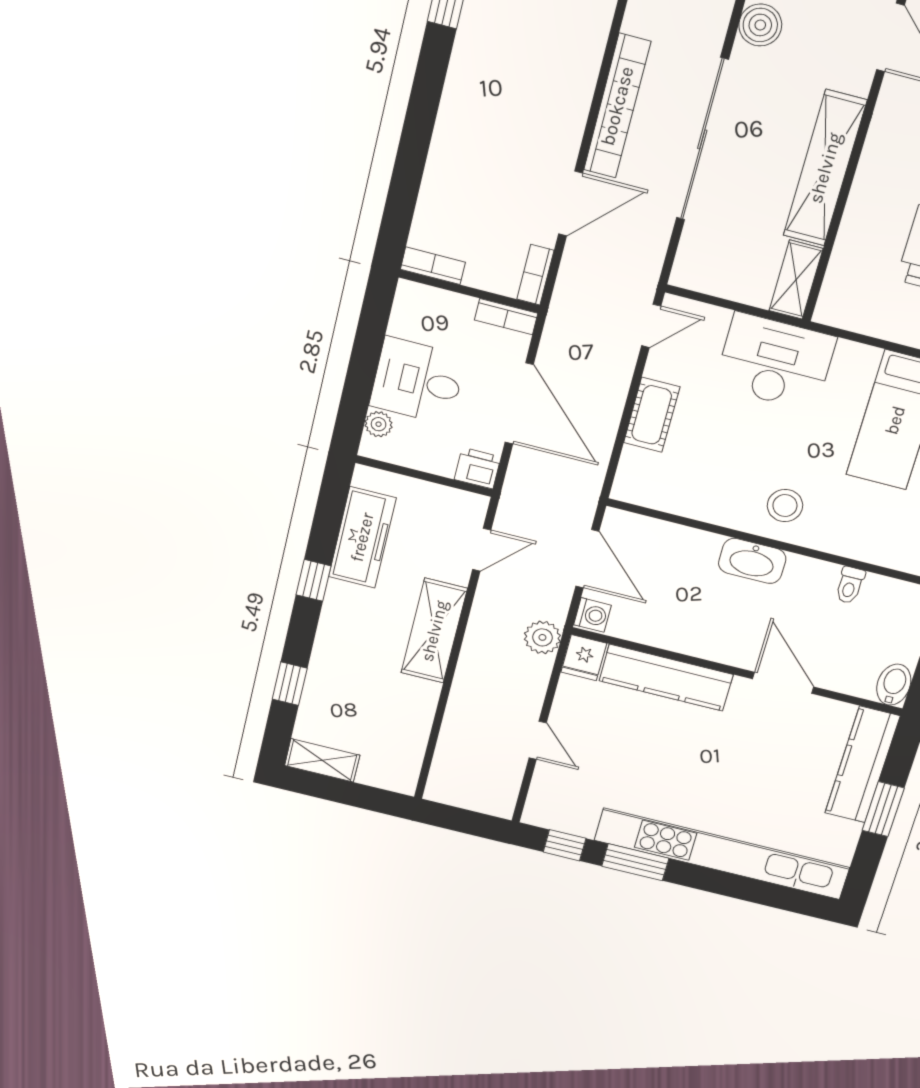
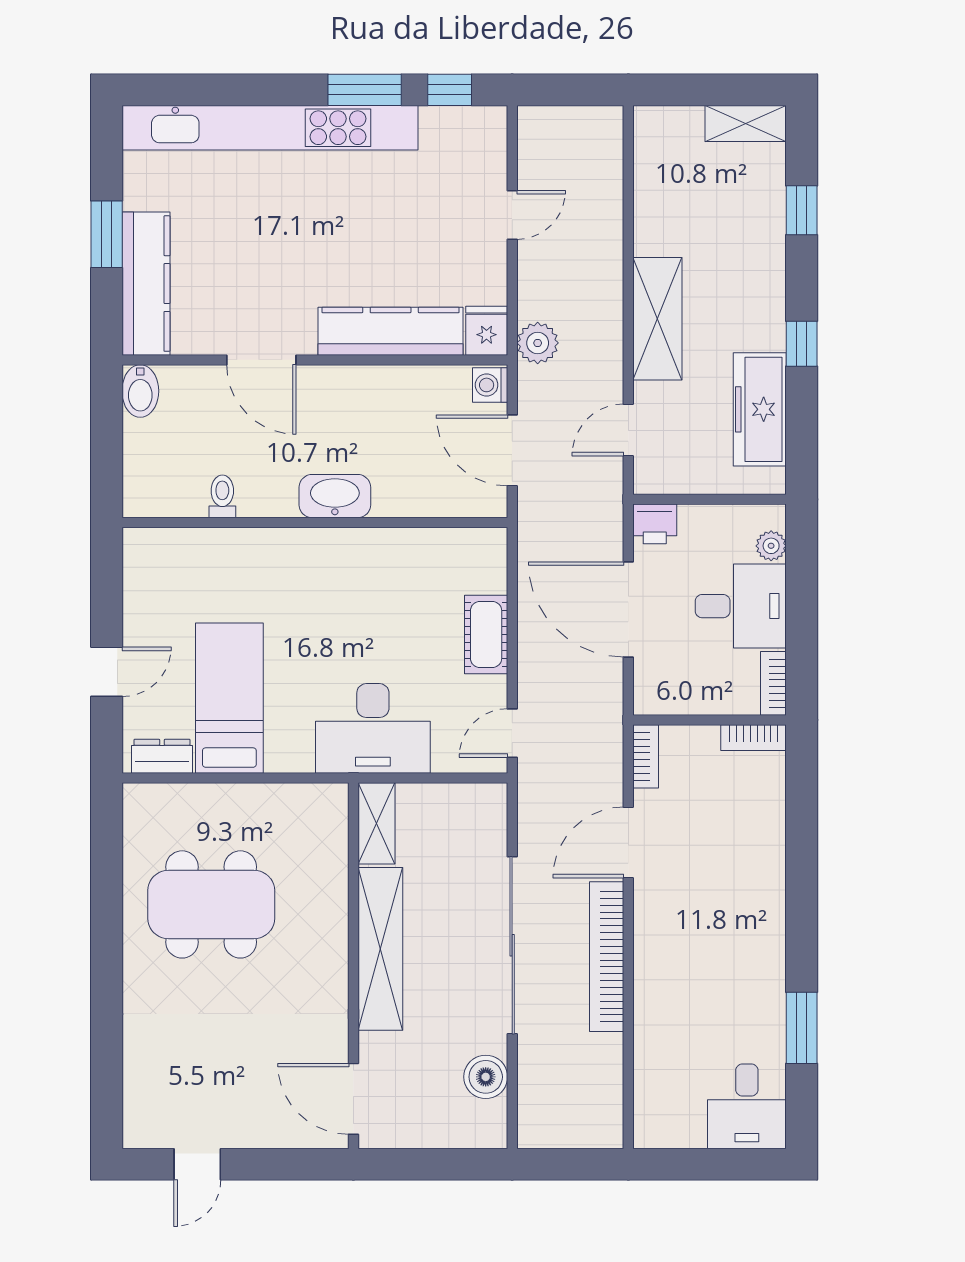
bookcase: (506, 317) -> (773, 683), moved, turned -90
stool: (785, 506) -> (318, 570), removed
door: (538, 740) -> (512, 215), swing flipped

